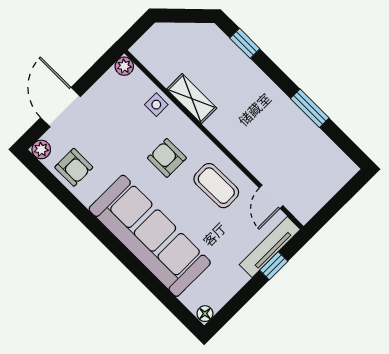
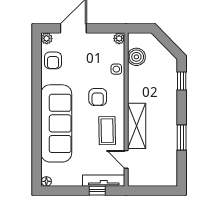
boiler: (165, 68) -> (136, 57), added
shelving: (192, 99) -> (137, 126), moved, width x1.50, depth x1.33
armchair: (167, 158) -> (98, 97), turned 180
door: (271, 197) -> (126, 159), hinge flipped

